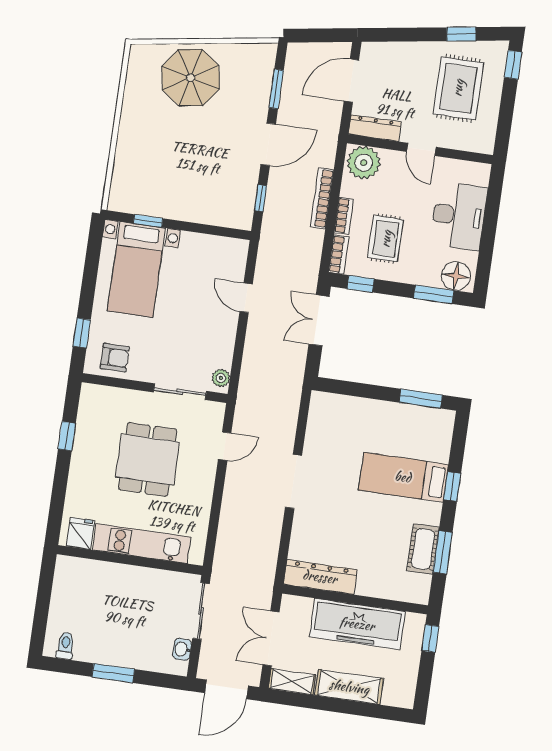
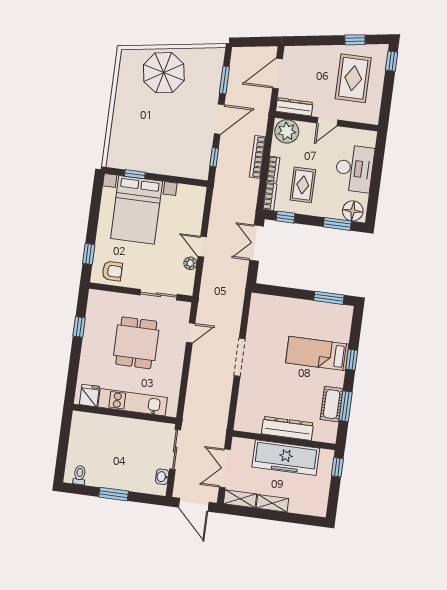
door: (421, 149) -> (327, 122), hinge flipped
bed with nightstands: (136, 269) -> (137, 210), width x1.36
door: (246, 298) -> (202, 247), moved
plant: (221, 378) -> (190, 263), moved
dresser: (320, 577) -> (288, 428), moved
shelving: (349, 687) -> (272, 503), width x0.67, depth x0.75
door: (227, 689) -> (194, 505), hinge flipped

